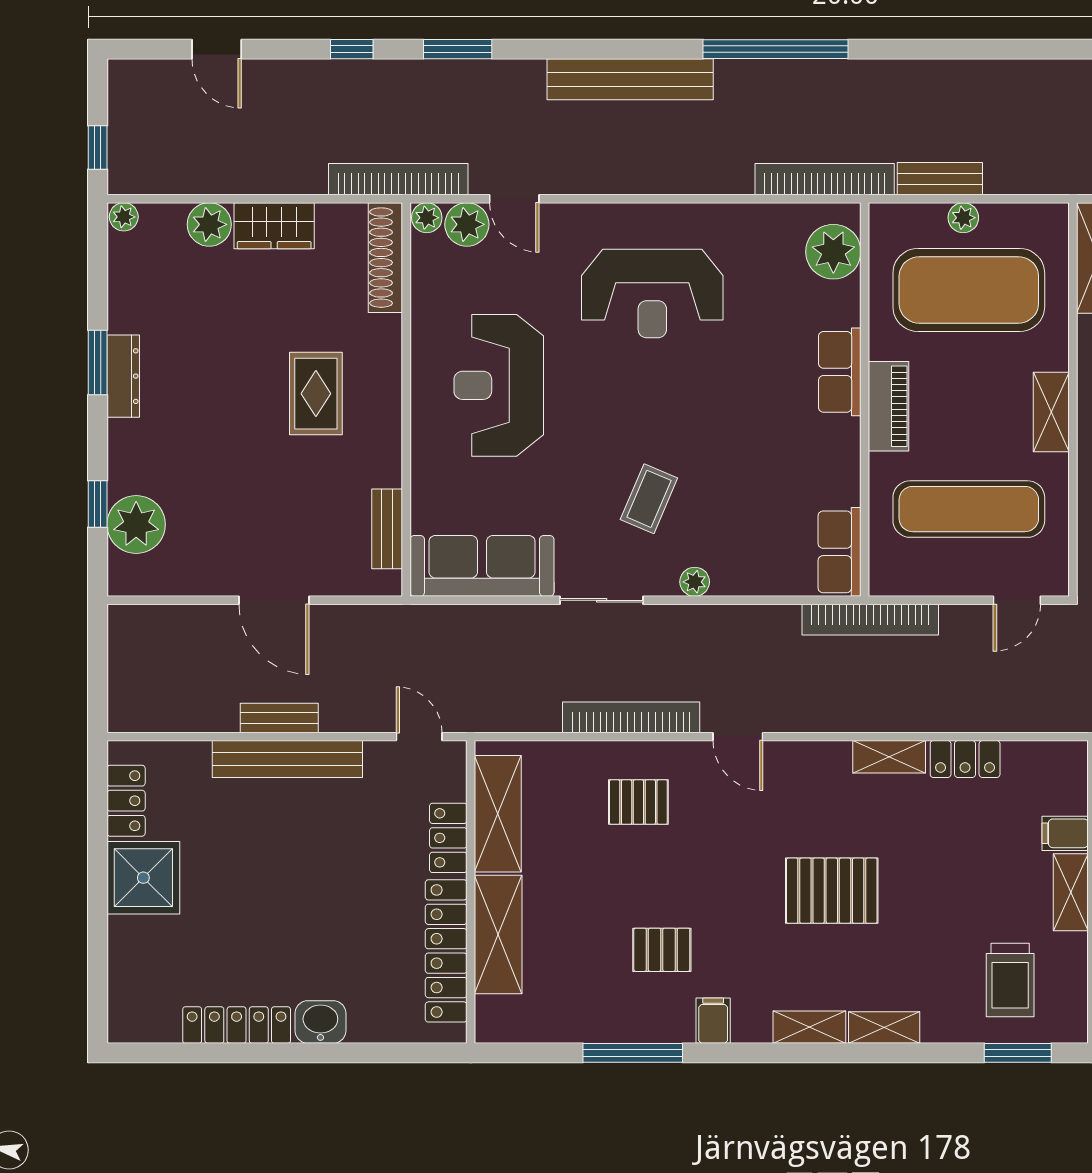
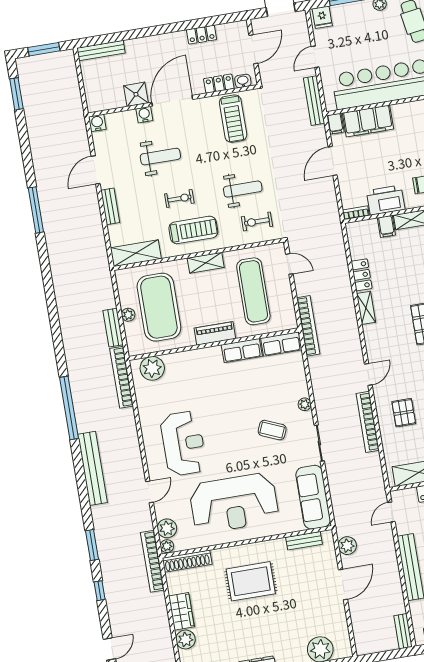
door: (514, 199) -> (149, 492), moved
row of seats: (840, 372) -> (242, 350), moved
reception desk: (499, 385) -> (234, 503), width x1.36, depth x1.30
rug: (316, 394) -> (251, 581), width x1.36, depth x1.43
plant: (360, 625) -> (347, 546), added
bench: (279, 718) -> (403, 631), moved

